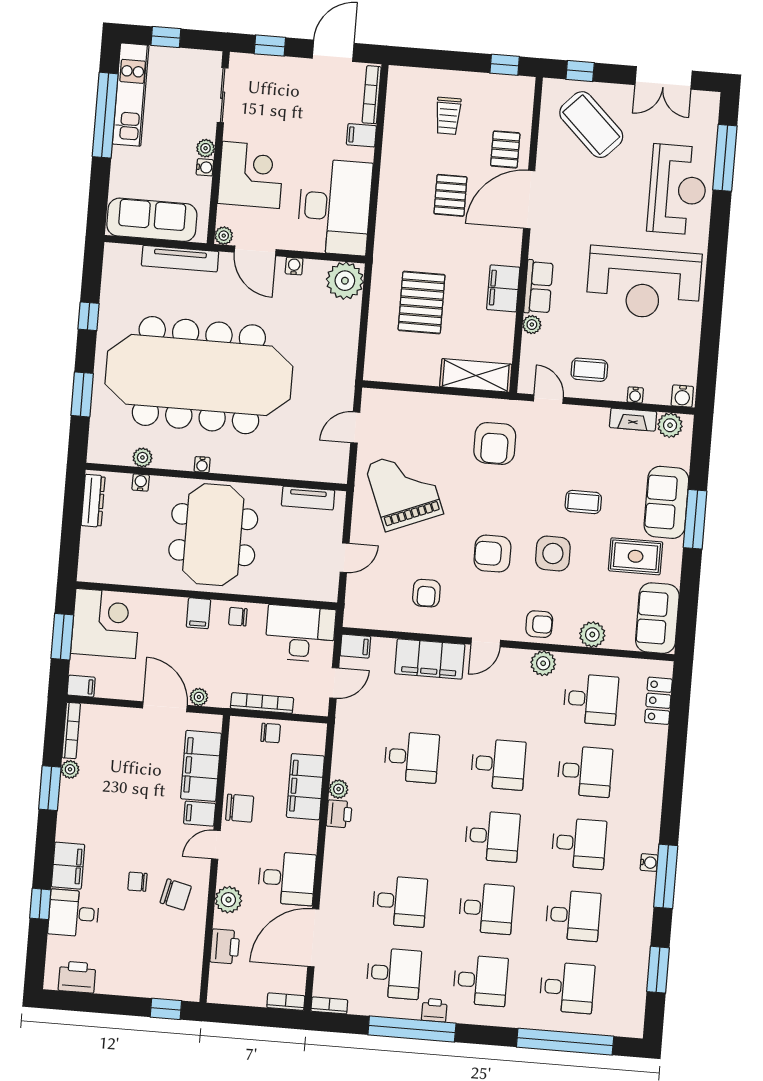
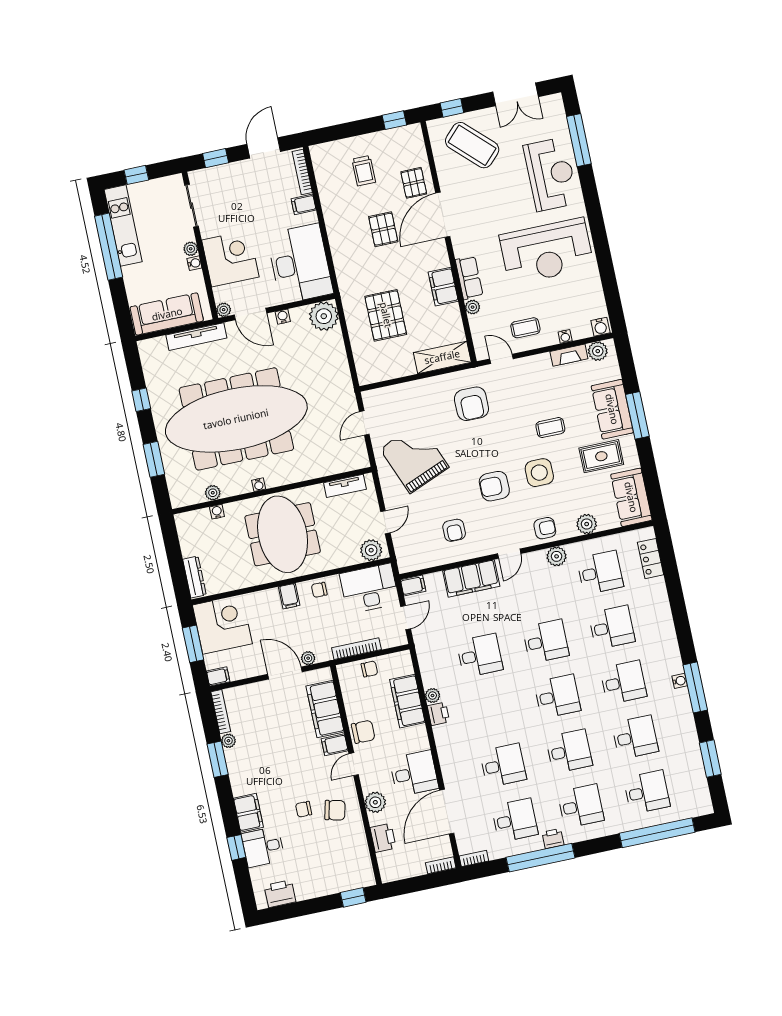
dresser: (93, 501) -> (194, 577), moved
plant: (317, 587) -> (371, 550), added

